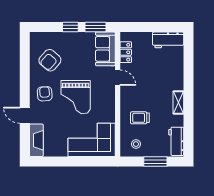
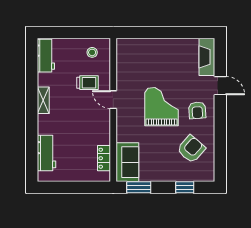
window: (70, 27) -> (185, 187), moved
workbench: (168, 40) -> (46, 153), moved, turned 90
door: (118, 78) -> (113, 100), moved
corner sofa: (92, 140) -> (143, 57), removed
window: (155, 161) -> (70, 32), removed

